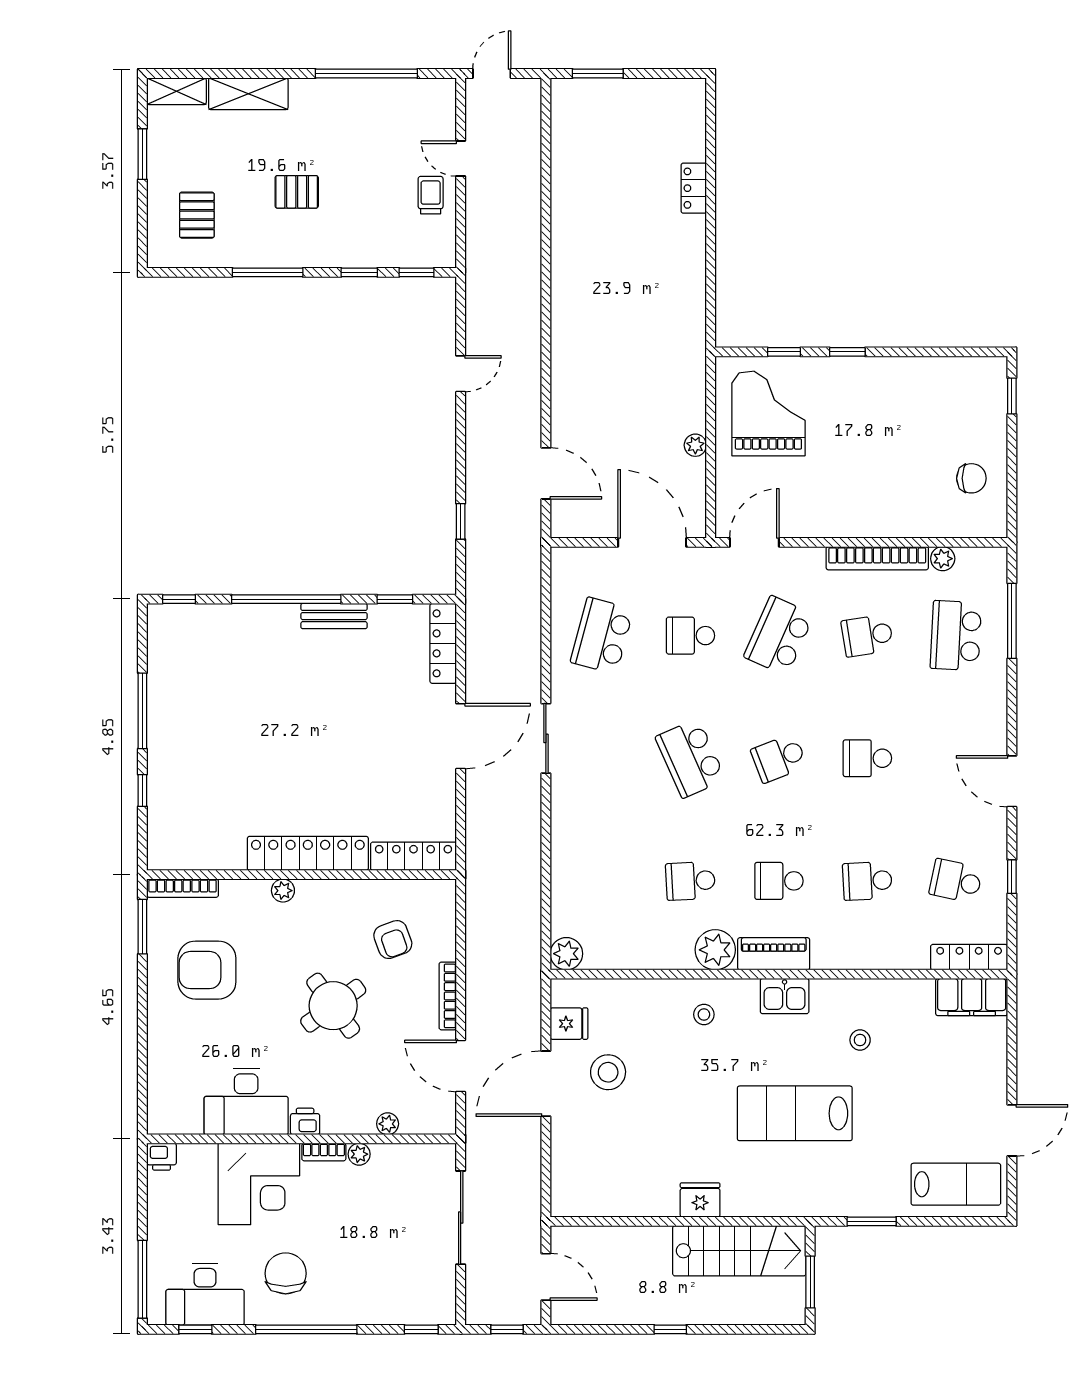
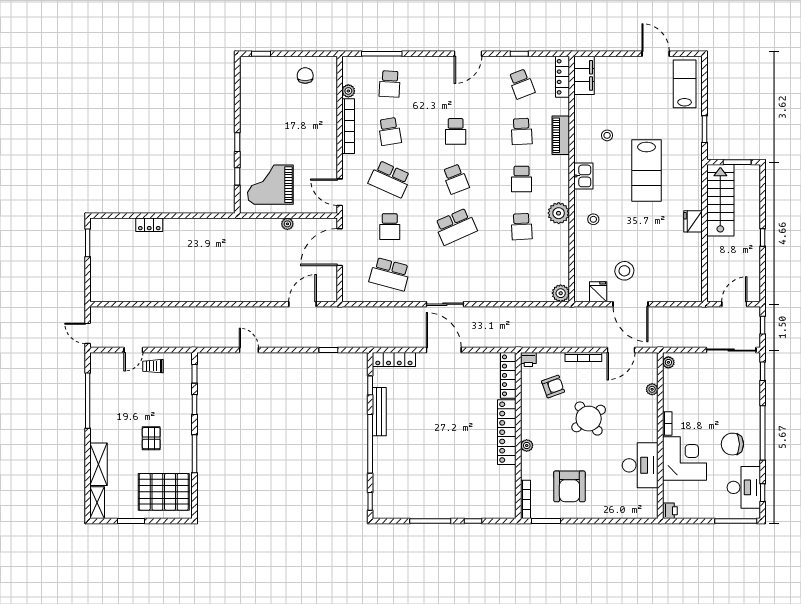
window: (598, 73) -> (88, 243), moved
pallet: (197, 215) -> (164, 492), width x2.05, depth x2.00
bench: (334, 616) -> (379, 412), width x1.36
school desk: (956, 636) -> (390, 84), width x0.54
school desk: (956, 881) -> (522, 84), turned -33
piano: (774, 954) -> (561, 135), moved
printer: (305, 1121) -> (528, 359), moved, turned -90
plant: (359, 1154) -> (668, 362), moved
sliding door: (461, 1218) -> (731, 350), moved

